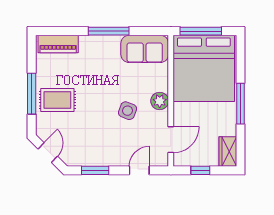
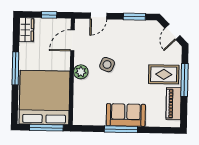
piano: (58, 44) -> (174, 104), moved, turned -90
sofa: (145, 49) -> (126, 115), moved

